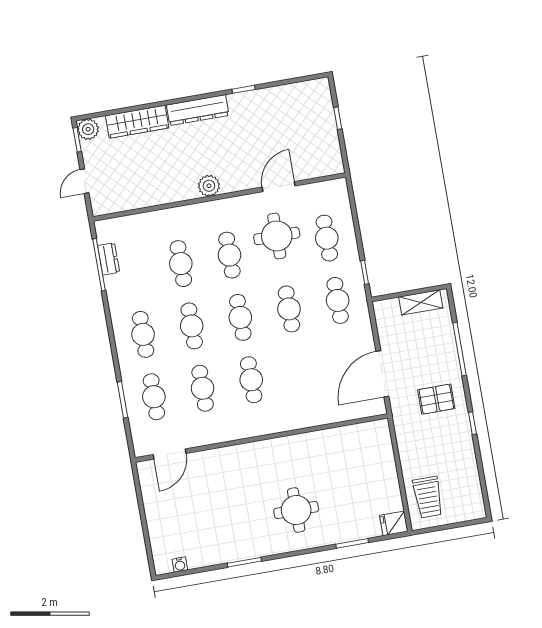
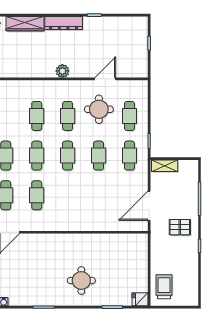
shelving: (421, 302) -> (165, 166), moved
cafe table: (251, 380) -> (68, 195), removed
trolley: (428, 497) -> (164, 287), turned 180

